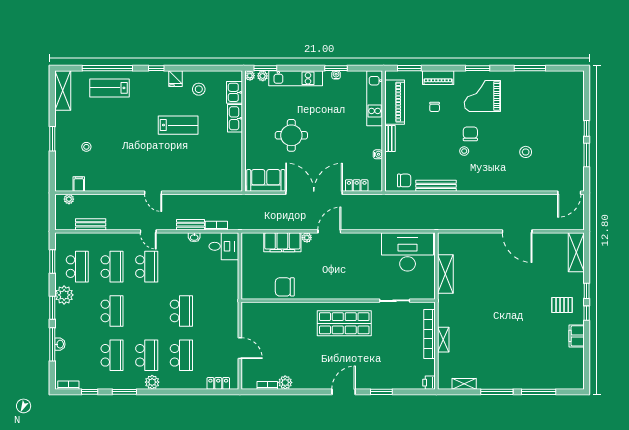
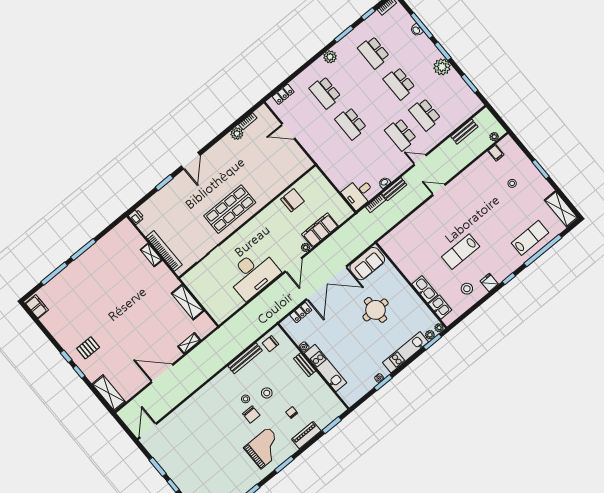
kitchen unit: (375, 98) -> (325, 368), moved
piano: (395, 102) -> (323, 393), removed
stool: (526, 152) -> (267, 393), moved
desk: (408, 252) -> (253, 274), moved
school desk: (77, 267) -> (449, 94), removed
filing cabinet: (577, 336) -> (37, 307), moved
school desk: (147, 355) -> (349, 72), removed
shelving: (464, 384) -> (189, 343), moved

